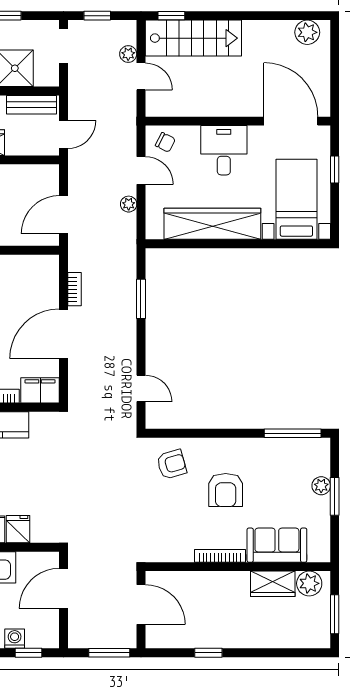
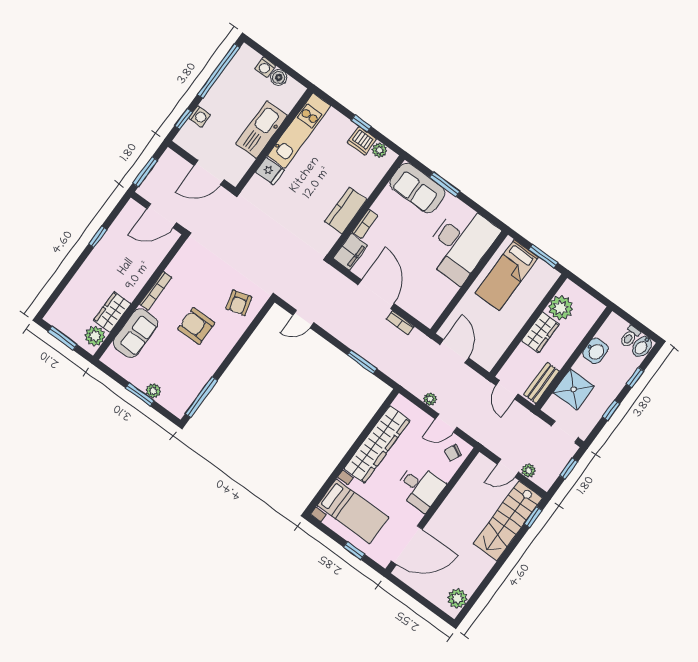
door: (63, 588) -> (209, 173), swing flipped

